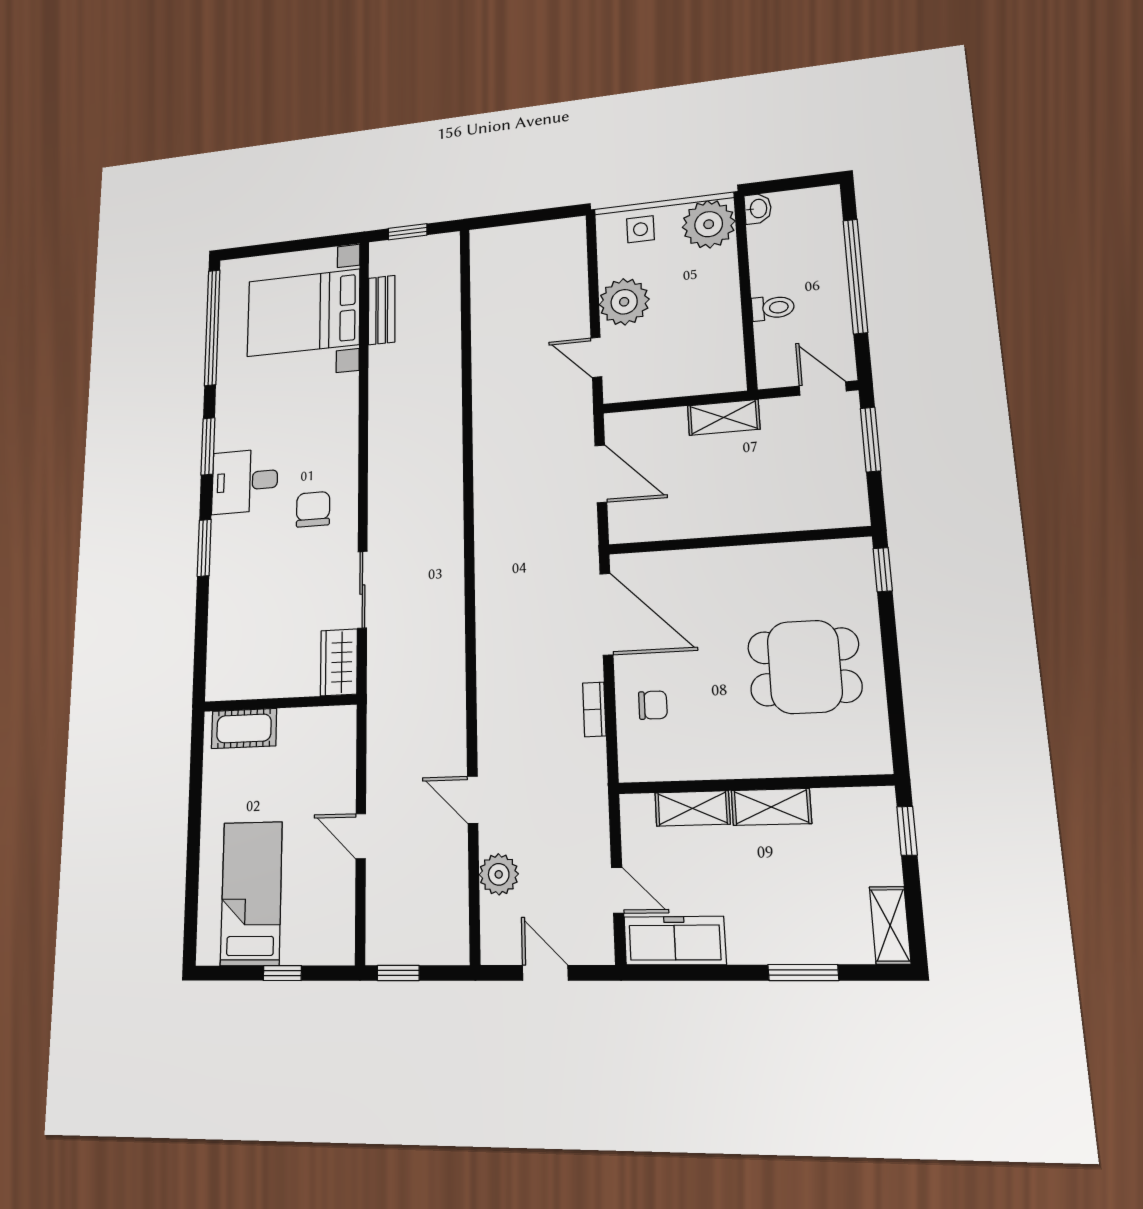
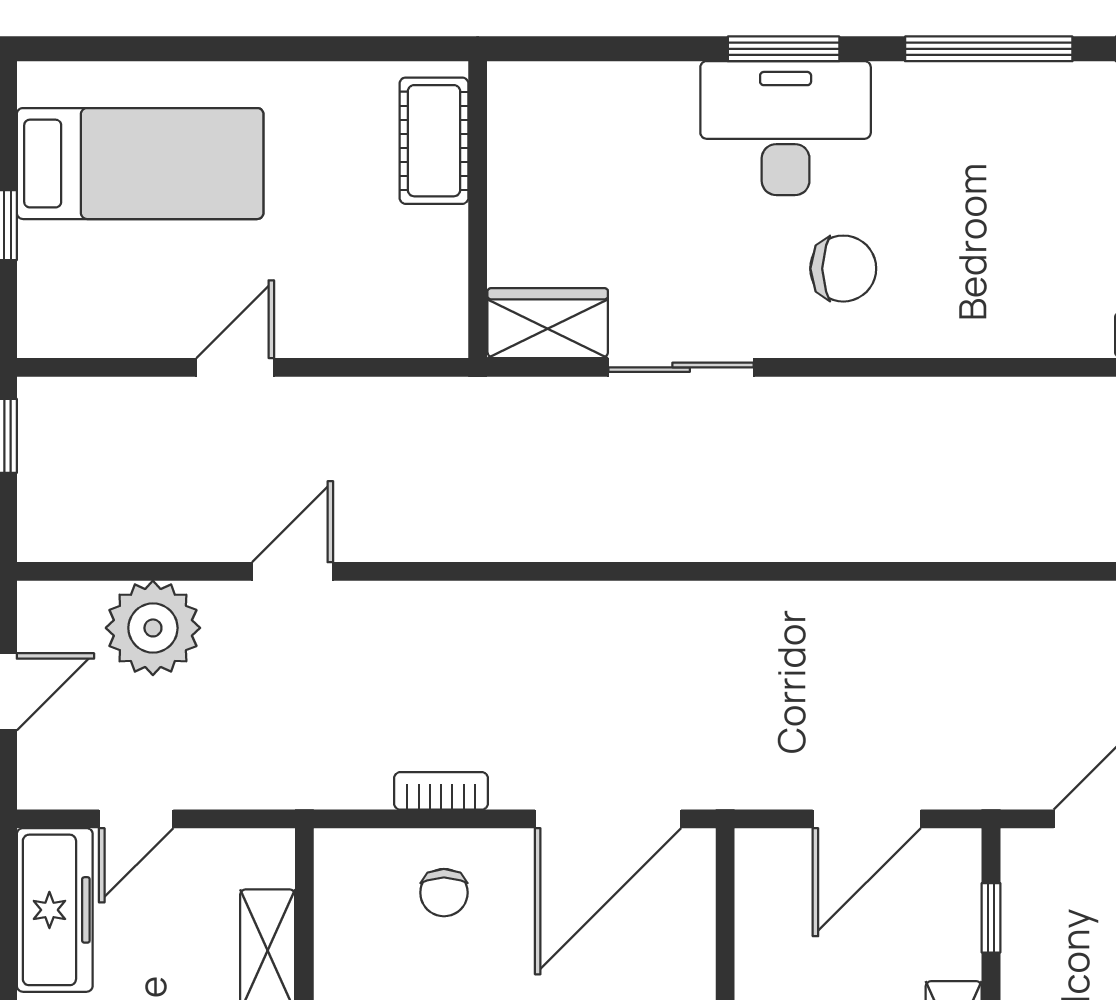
window: (652, 404) -> (991, 918), added
window: (208, 446) -> (989, 49), width x1.44
desk: (245, 481) -> (786, 128), moved, width x1.37
plant: (499, 874) -> (153, 628), width x1.36, depth x1.36

